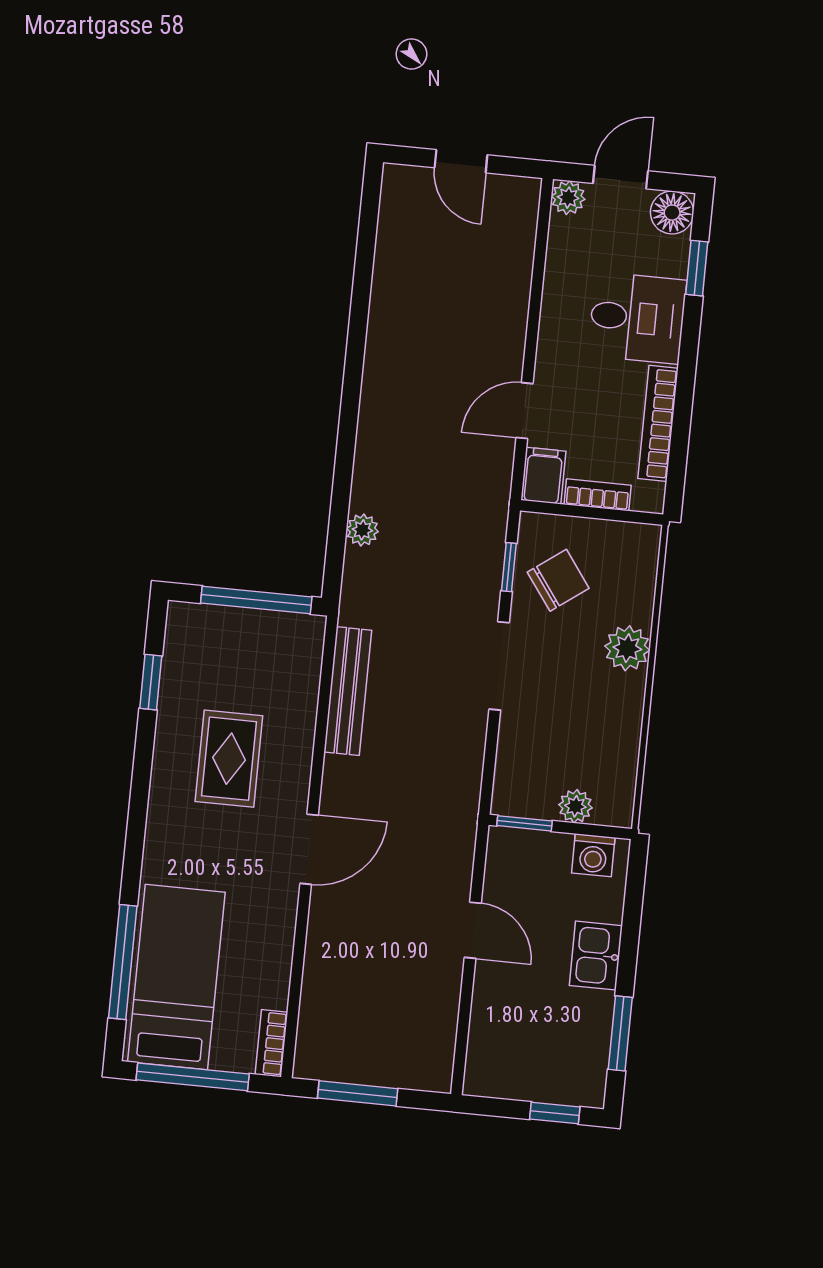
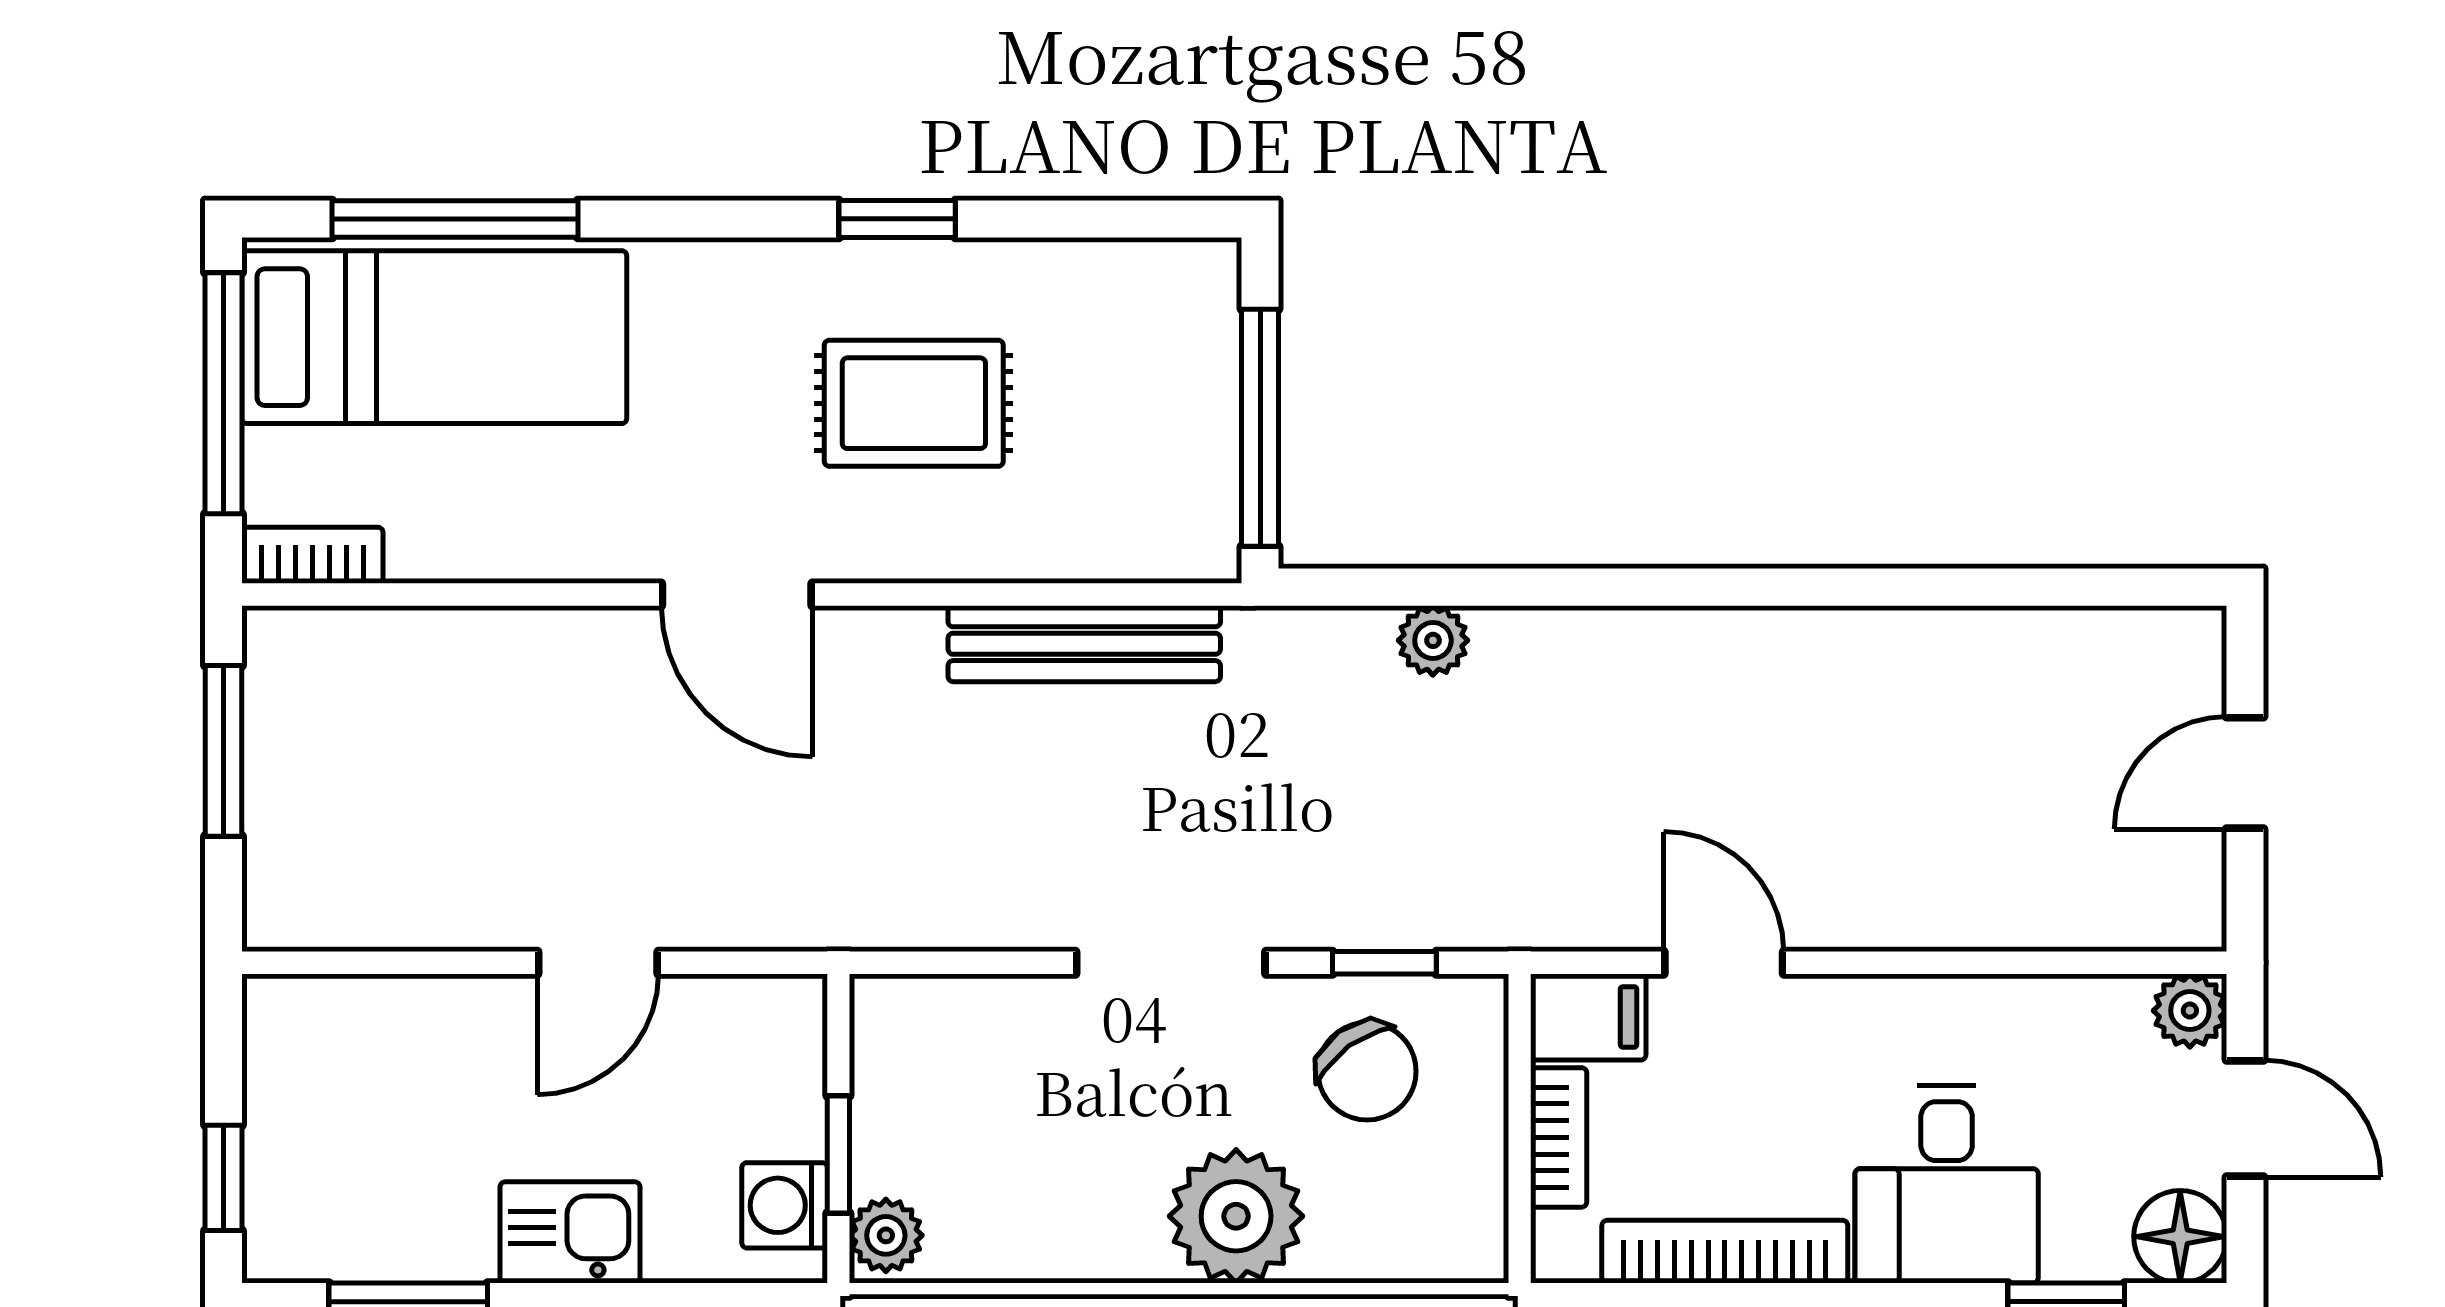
plant: (627, 648) -> (1236, 1216), width x1.36, depth x1.36
window: (151, 682) -> (897, 219), moved
plant: (575, 806) -> (886, 1235), moved
window: (525, 823) -> (838, 1155), moved

